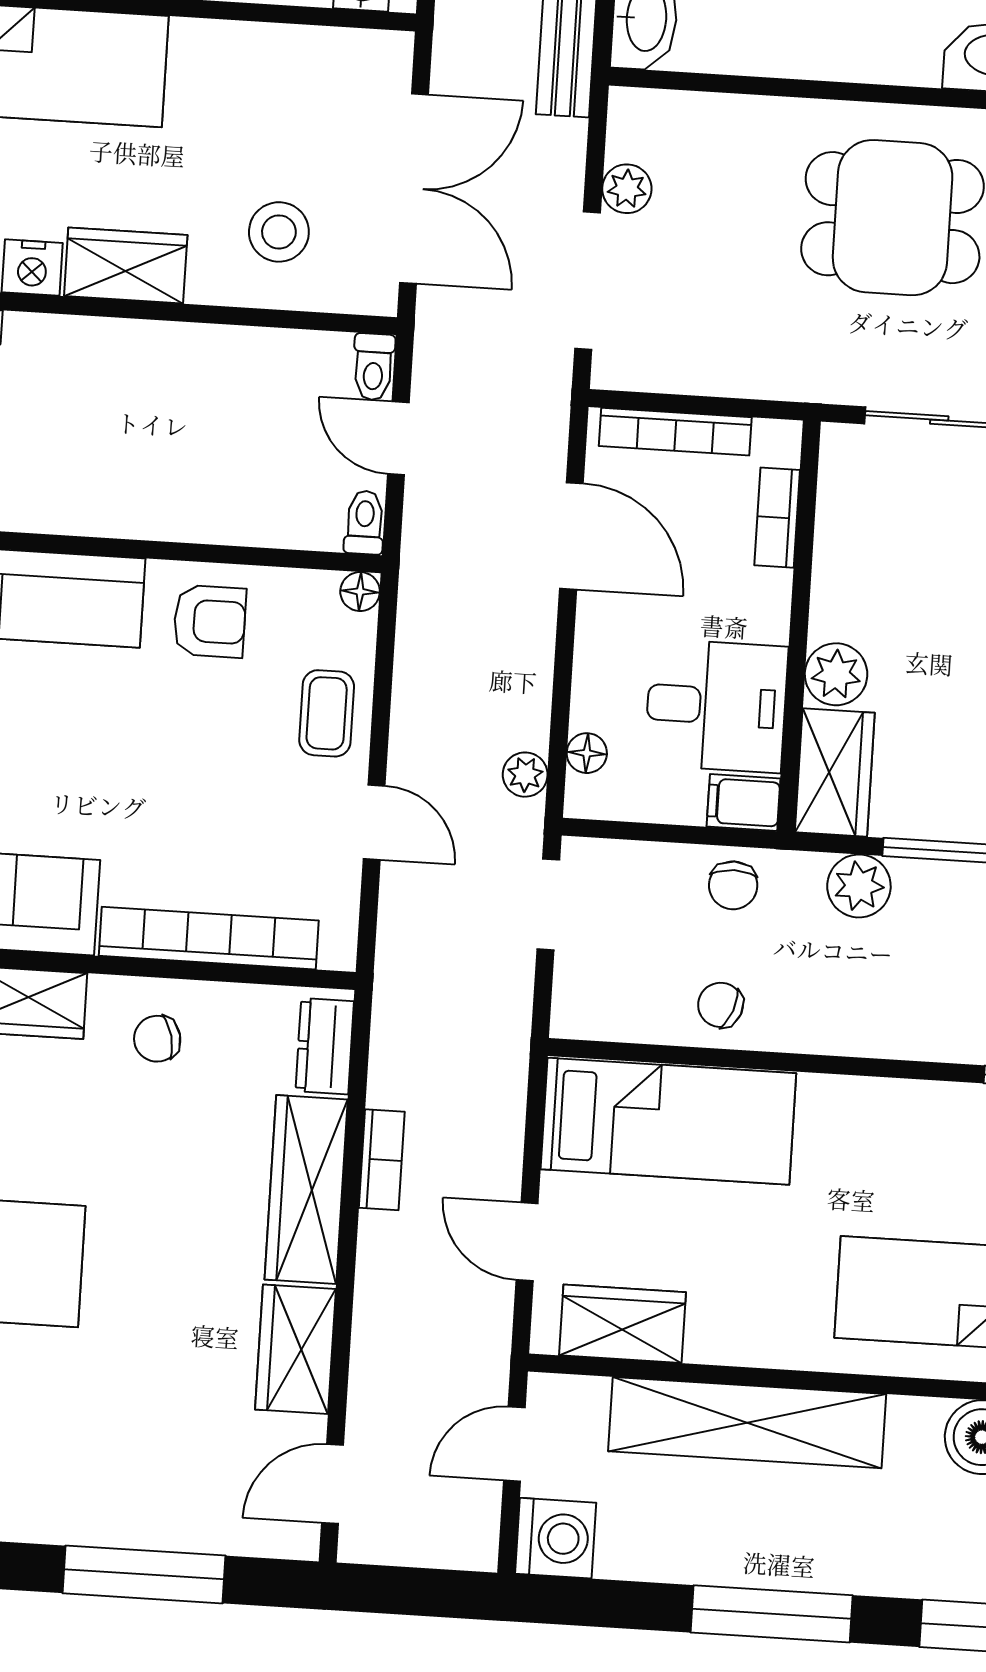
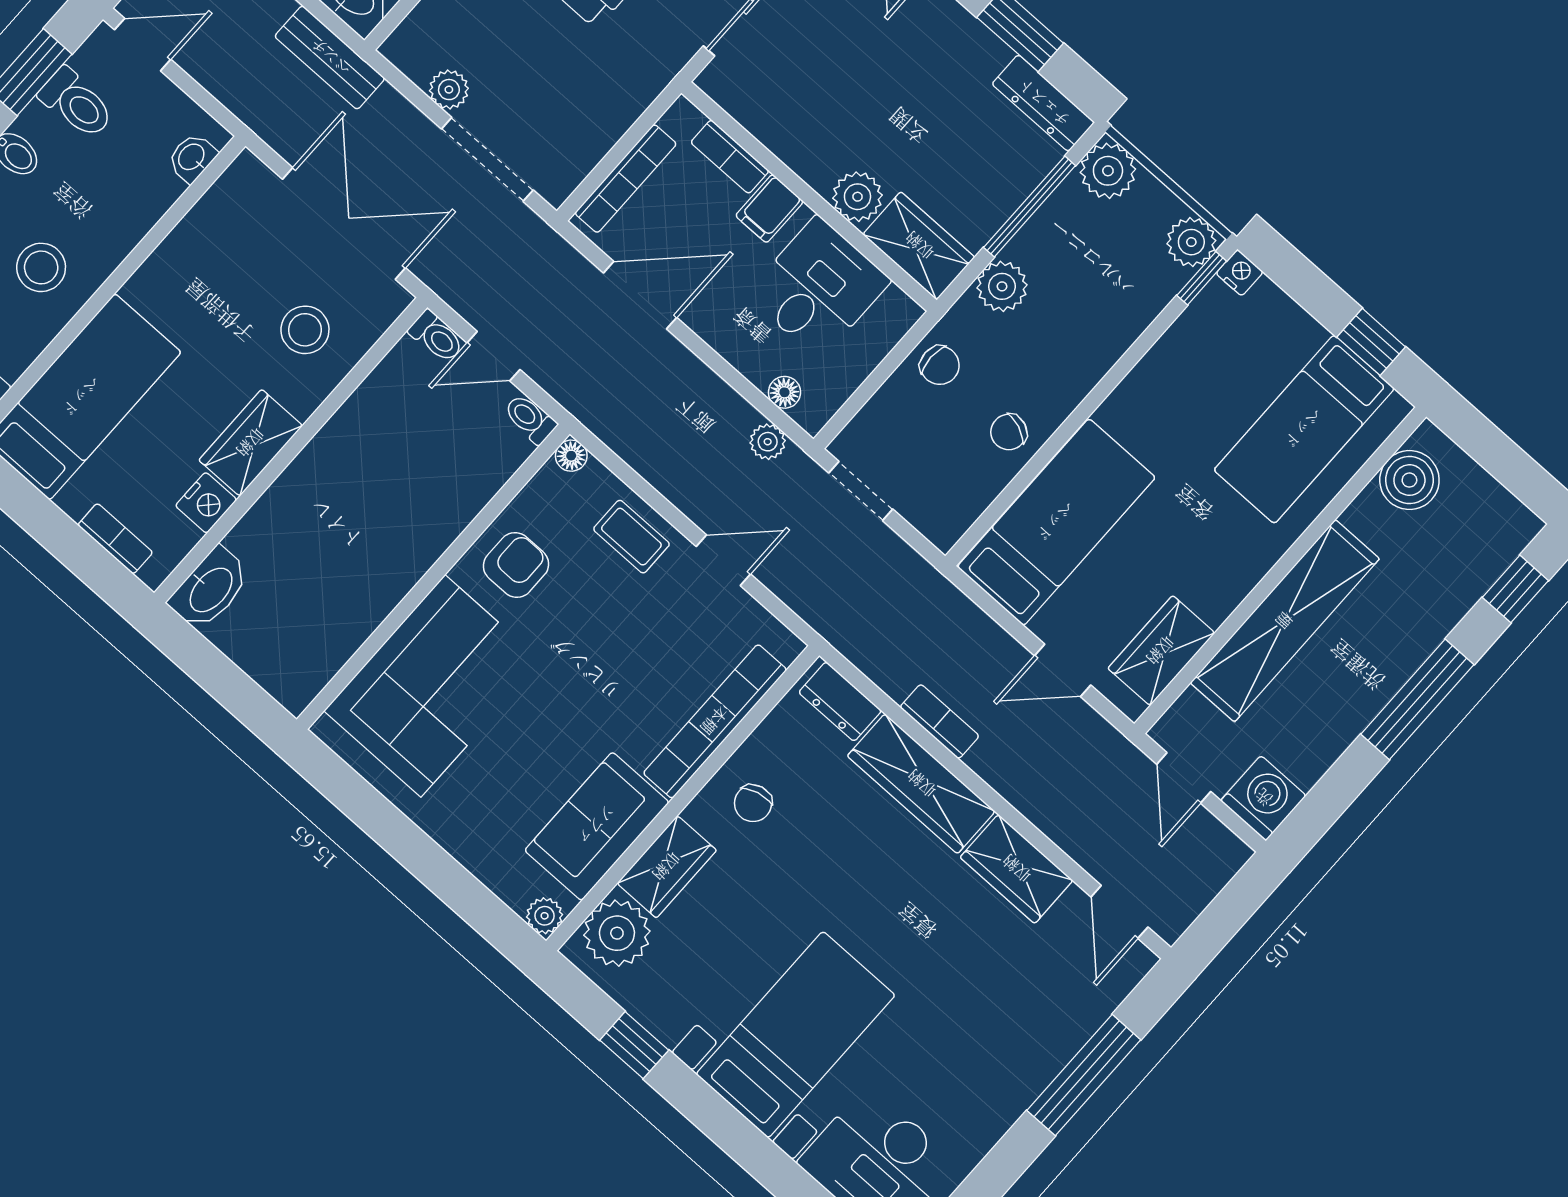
filing cabinet: (744, 802) -> (769, 209), moved

